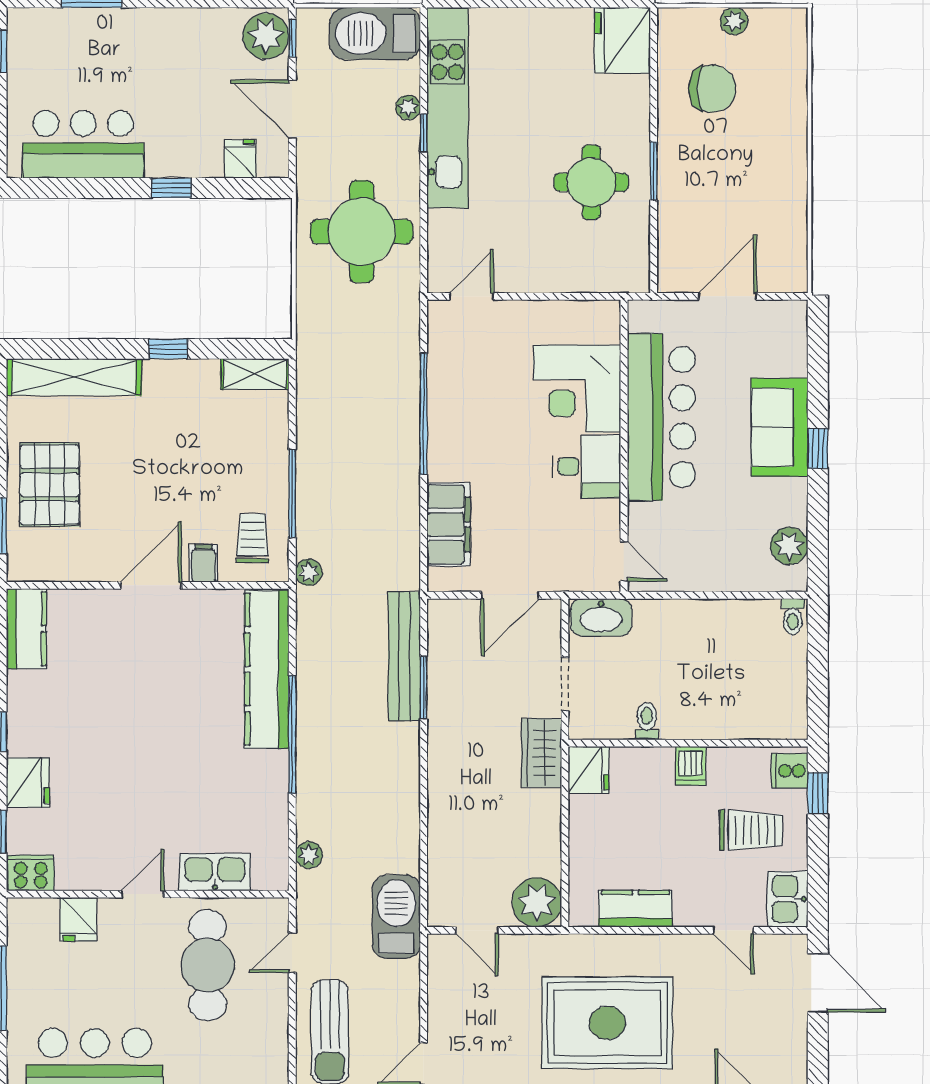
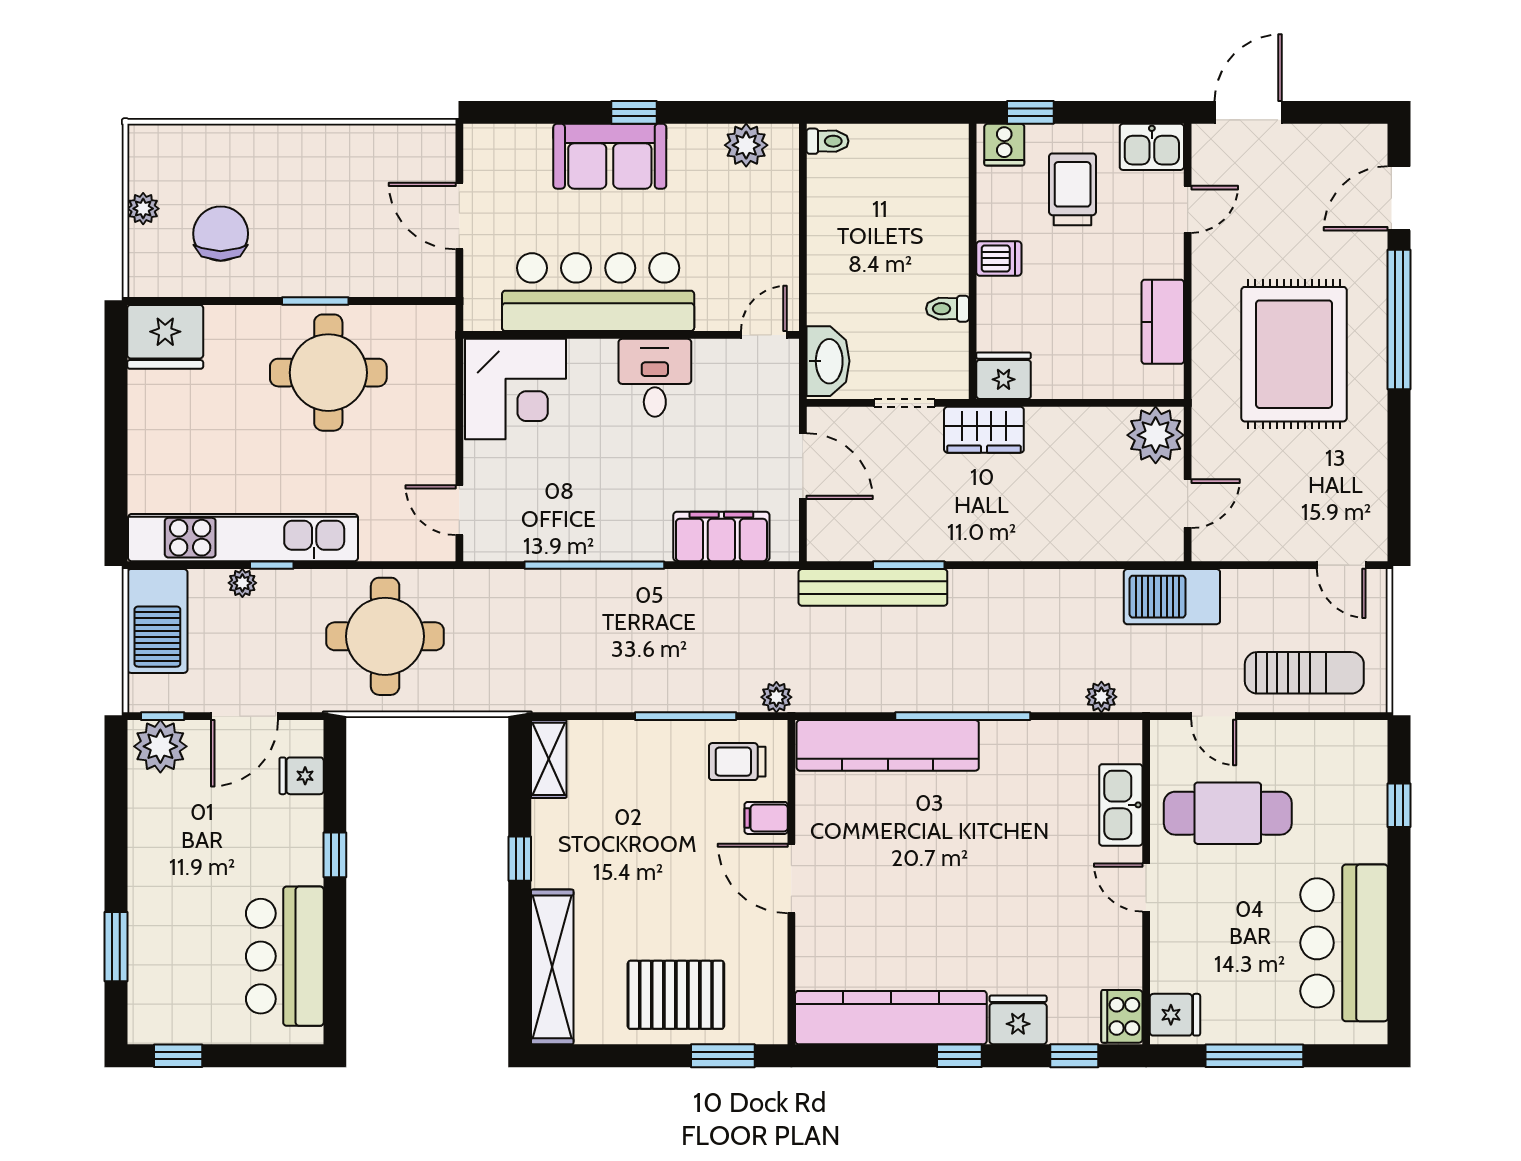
round table: (591, 182) -> (328, 373), width x1.36, depth x1.36
corner desk: (577, 389) -> (516, 389), moved
kitchen counter: (26, 629) -> (891, 1018), width x2.08, depth x1.17
fridge: (78, 919) -> (1175, 1015), moved

